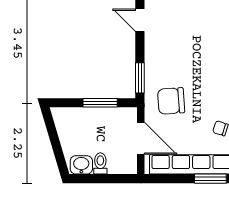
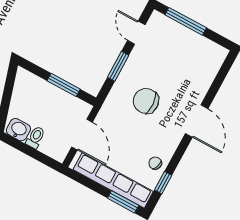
window: (140, 78) -> (118, 66), moved
chair: (171, 101) -> (146, 101), moved

